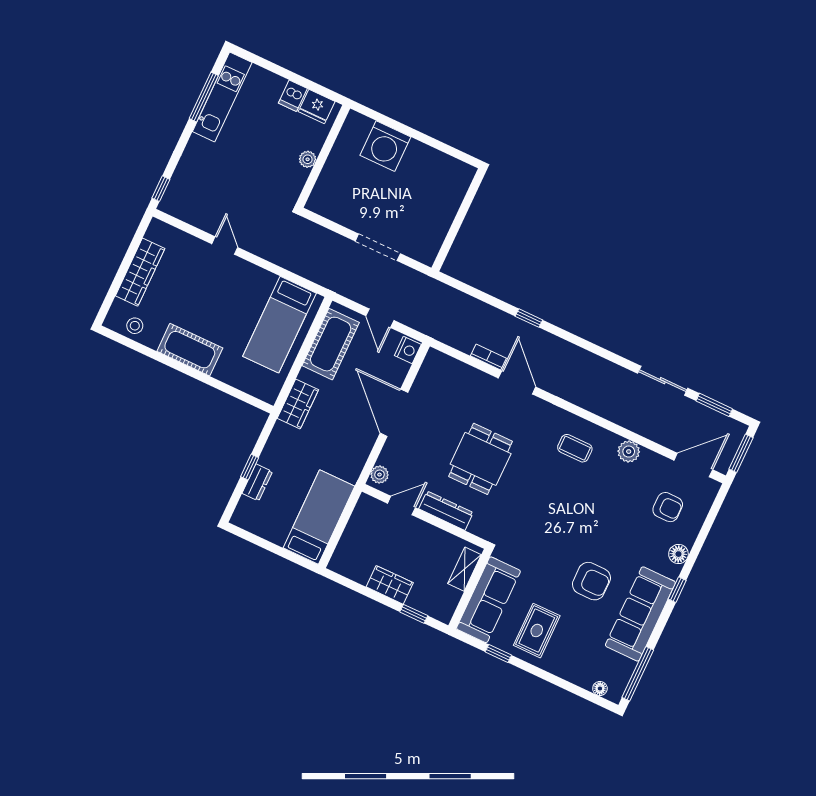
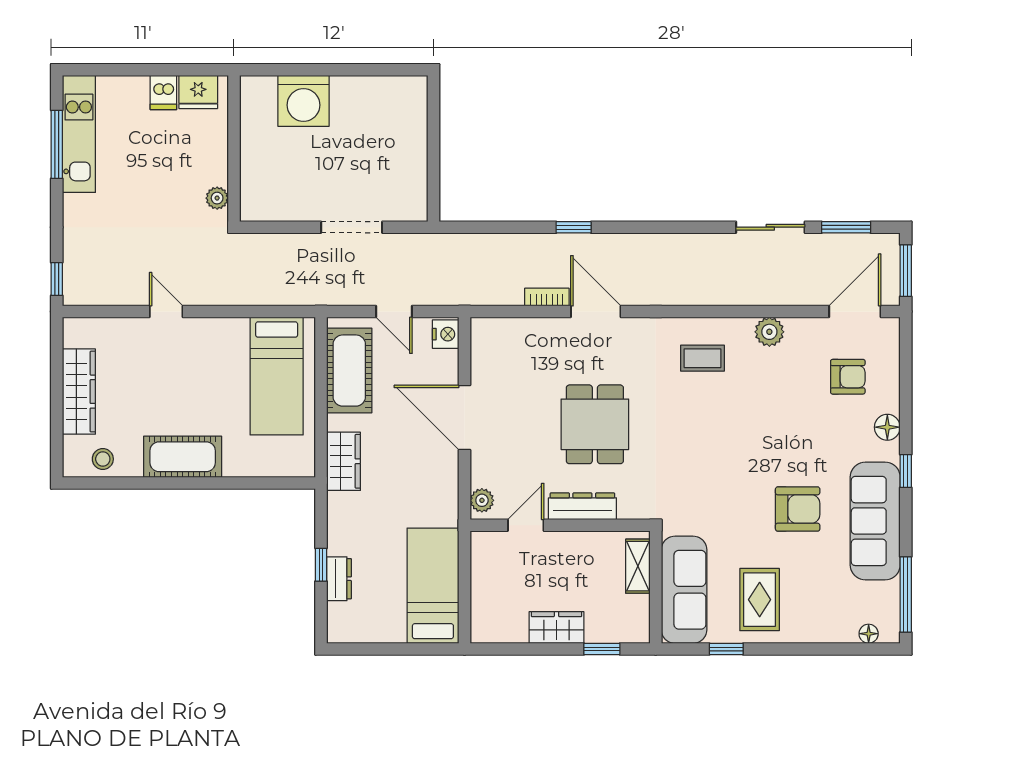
plant: (308, 159) -> (217, 198), moved

